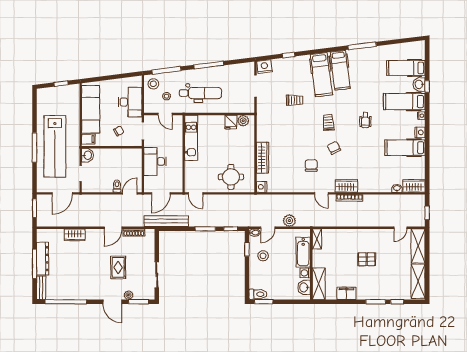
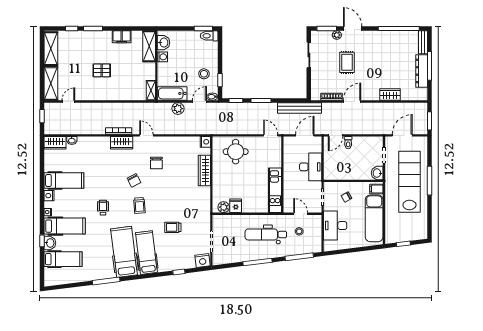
hospital bed: (340, 70) -> (124, 252), width x1.37, depth x1.29
stool: (153, 84) -> (312, 244), removed
bathtub: (303, 252) -> (172, 93), moved, turned -90

